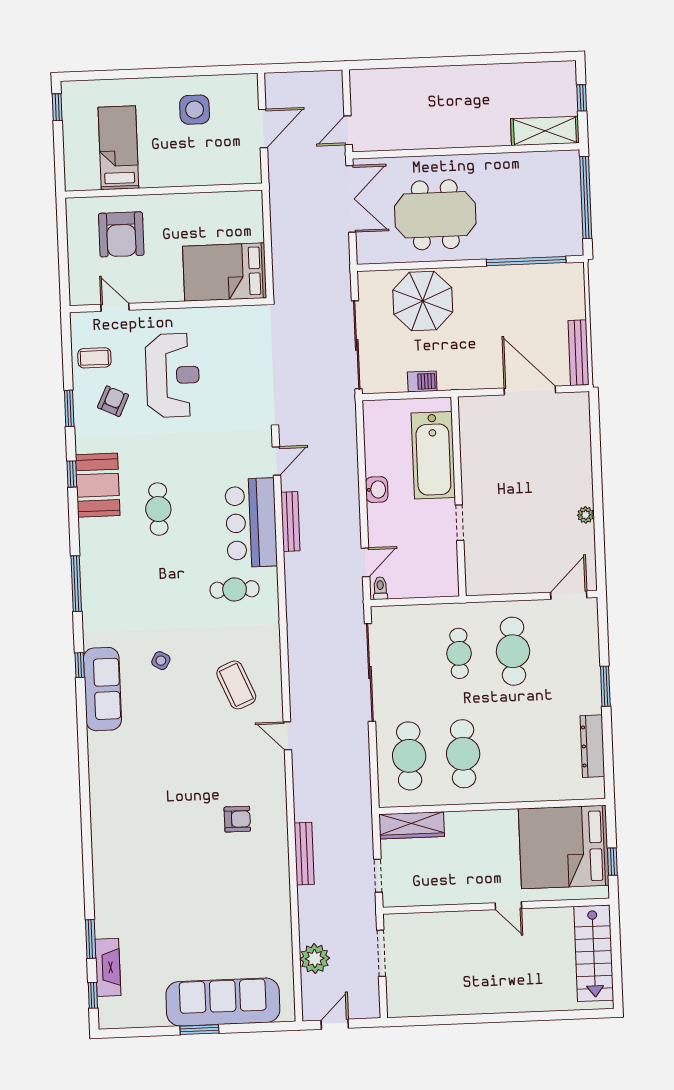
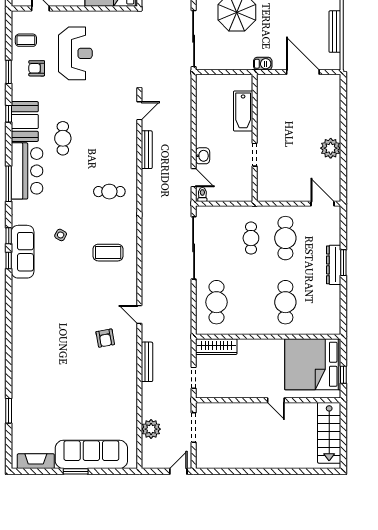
bench: (579, 353) -> (335, 32), moved
barbecue: (422, 381) -> (263, 64), moved
armchair: (113, 401) -> (37, 68), turned -115
bathtub: (433, 455) -> (243, 111), width x0.73, depth x0.73
washbasin: (377, 490) -> (203, 156), moved
plant: (586, 515) -> (331, 148), width x1.88, depth x1.88
bar counter: (251, 523) -> (27, 171), moved, turned 180
door: (365, 562) -> (194, 178), hinge flipped
door: (569, 595) -> (322, 204), hinge flipped
coffee table: (236, 685) -> (108, 253), turned -67
door: (287, 736) -> (139, 315), moved
dresser: (592, 746) -> (334, 265), moved
cafe table: (463, 754) -> (285, 302), moved
armchair: (237, 819) -> (105, 338), turned 80
fireplace: (108, 967) -> (36, 461), moved, turned -90
window: (93, 995) -> (9, 261), moved
door: (335, 1024) -> (178, 471), moved

